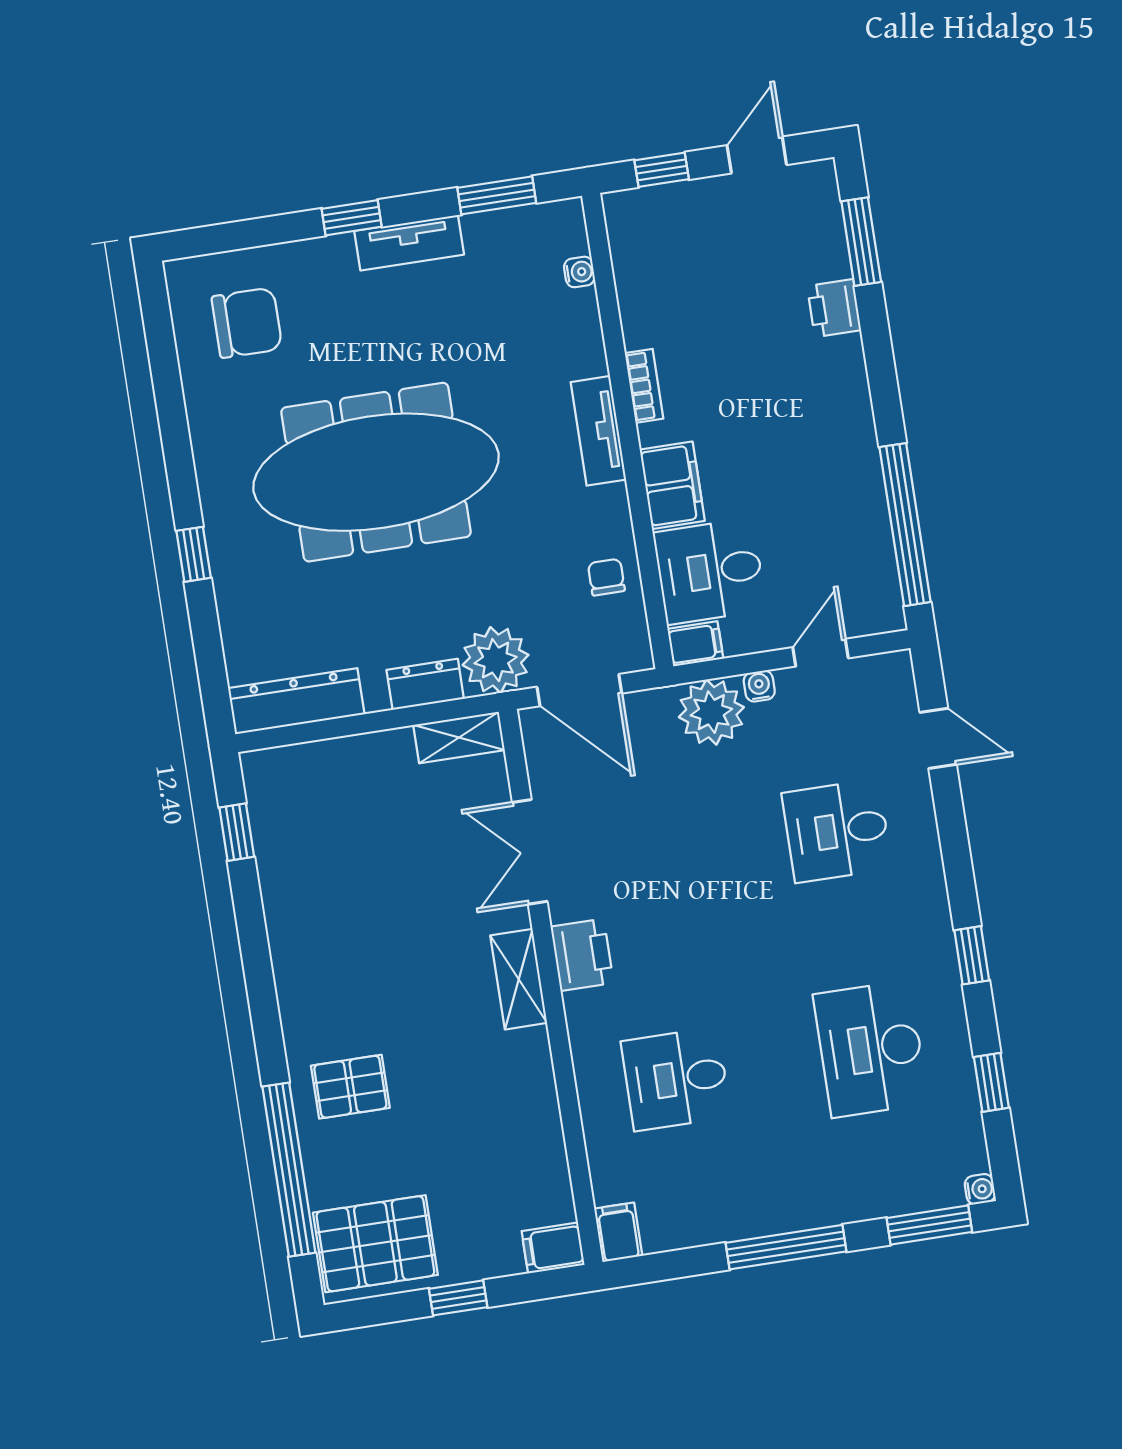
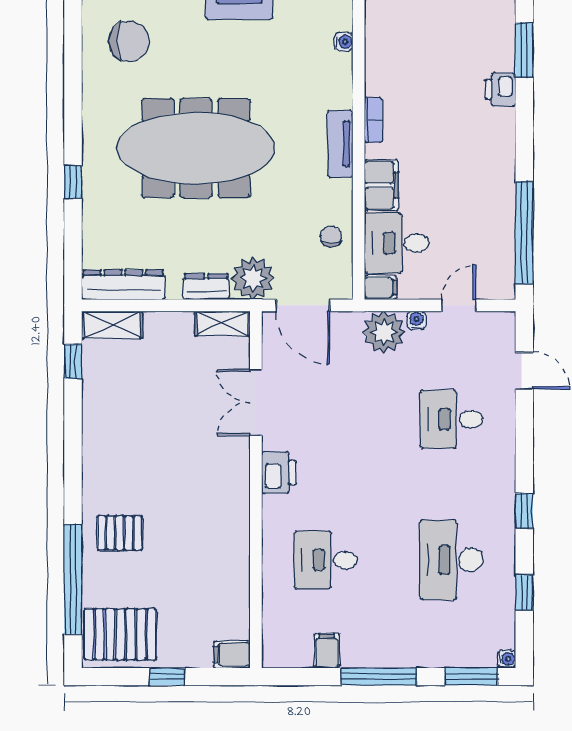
shelving: (519, 979) -> (112, 325), moved, turned 90
filing cabinet: (618, 1232) -> (327, 651), moved

